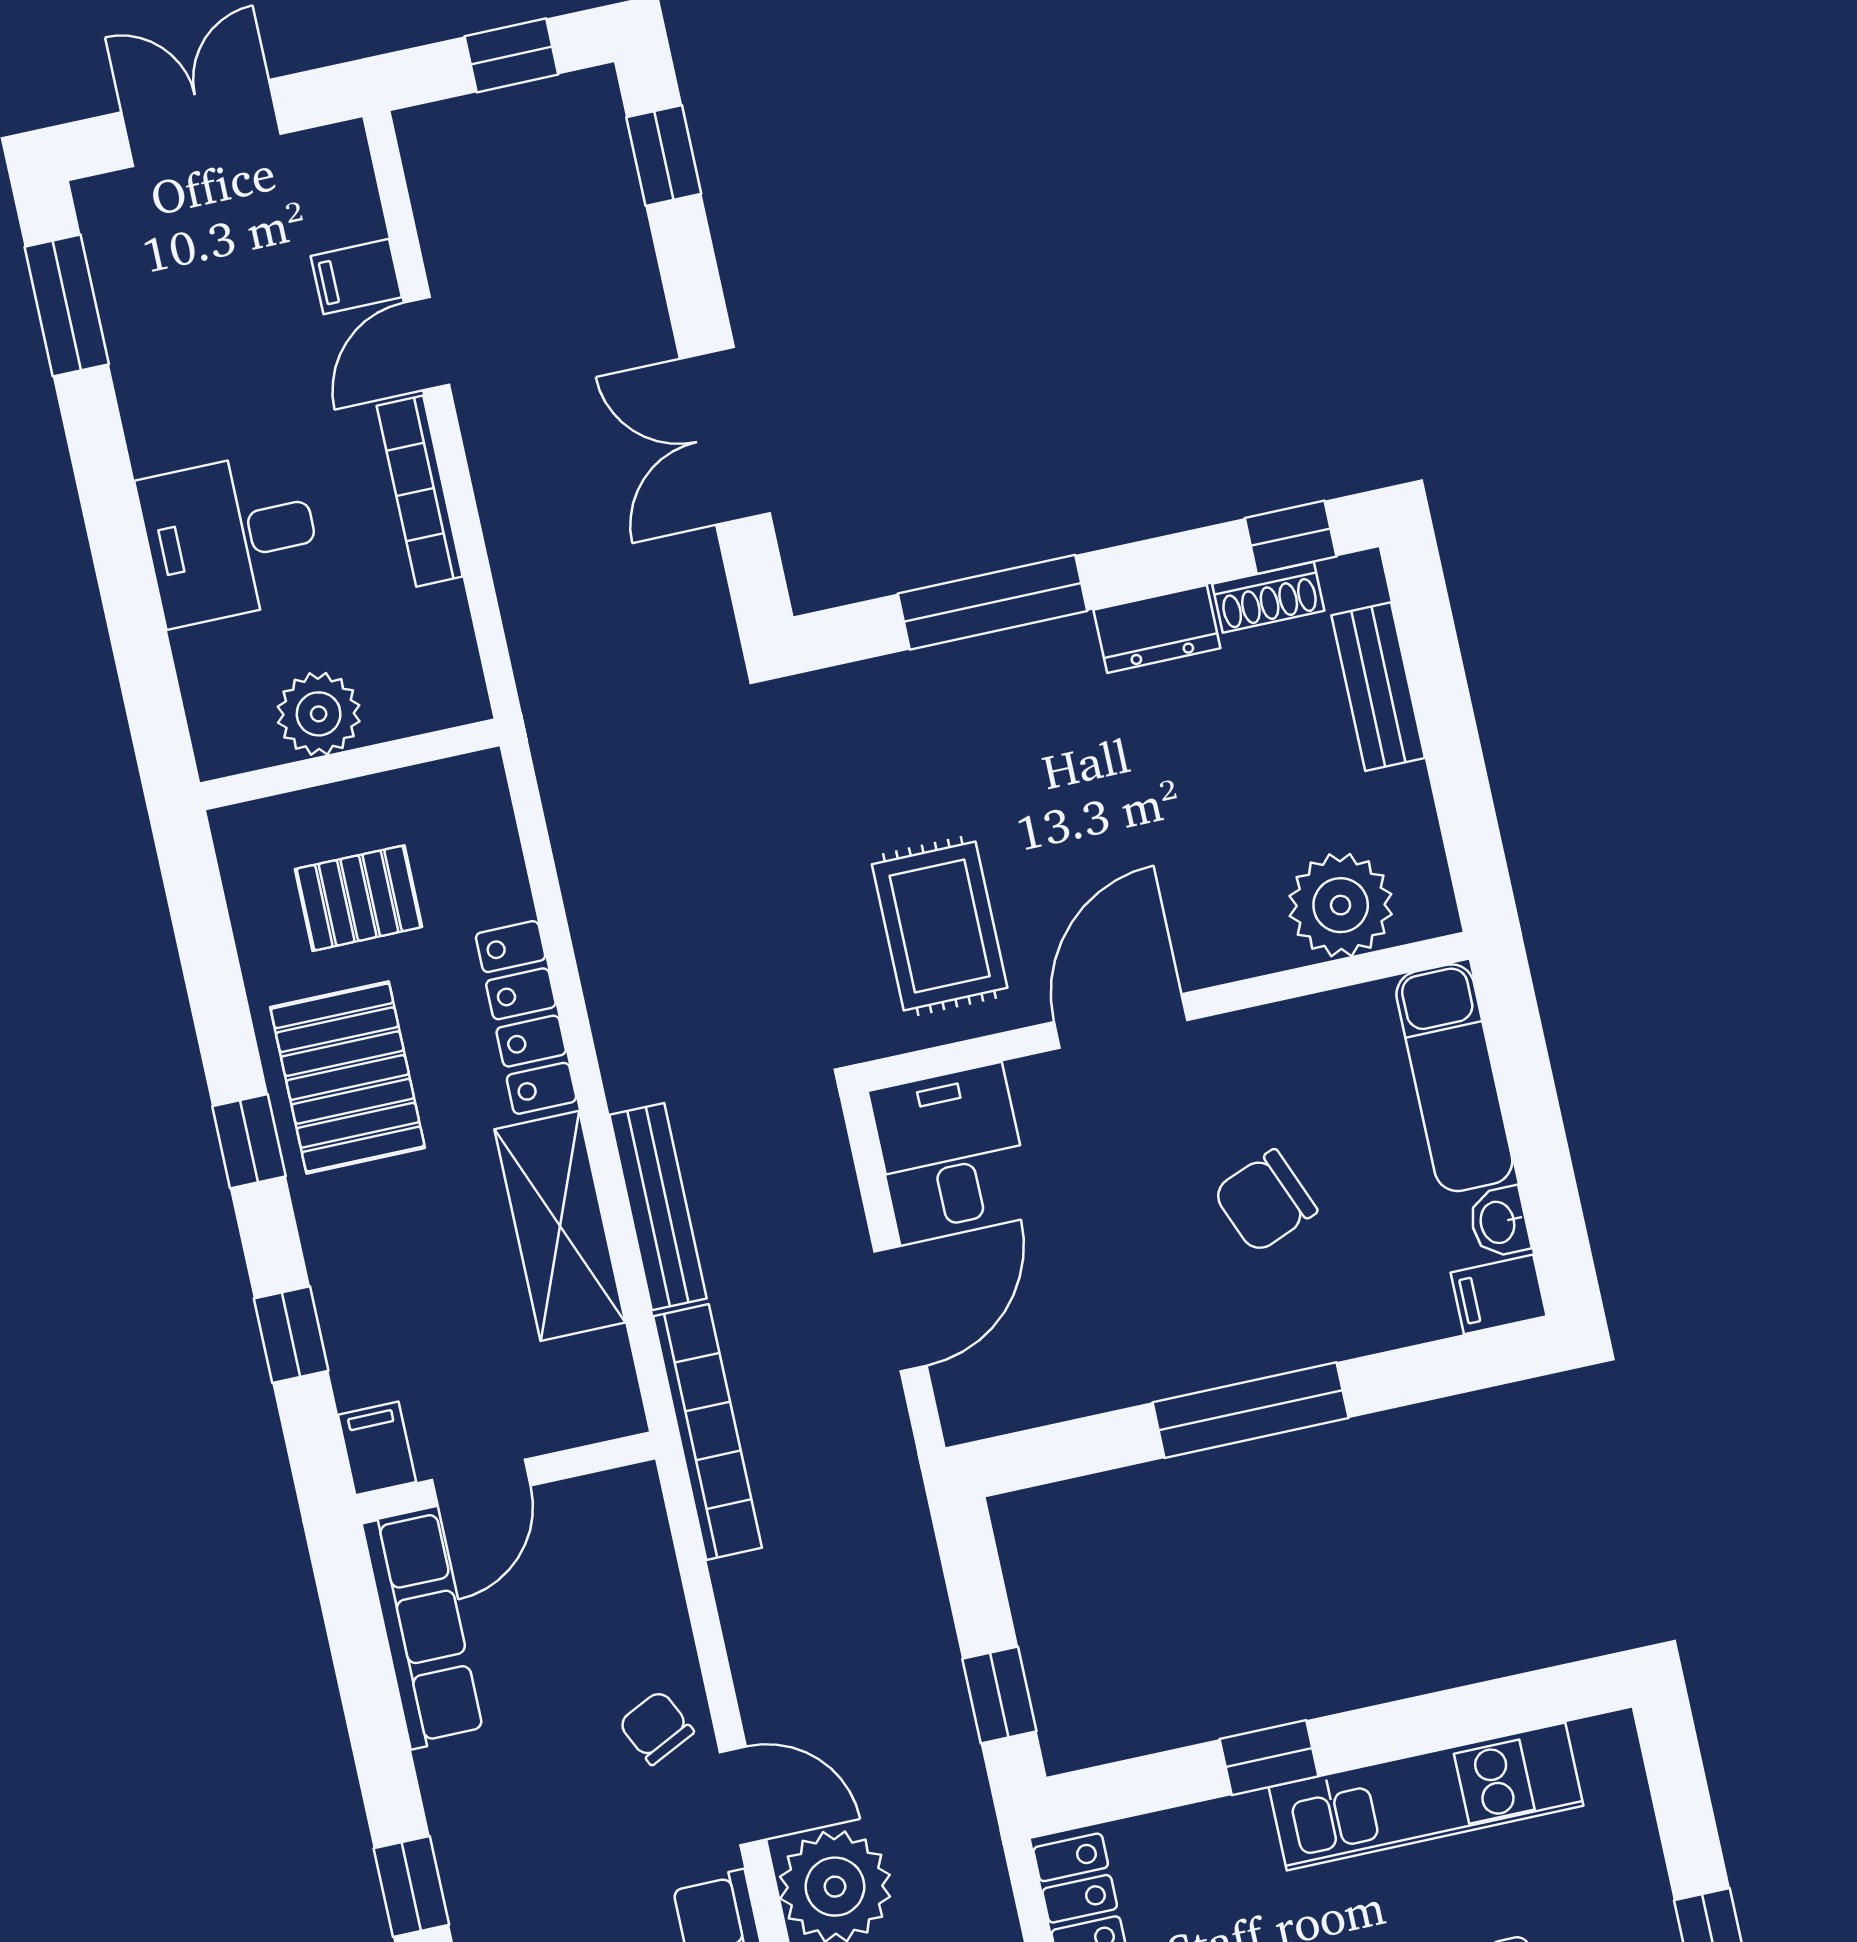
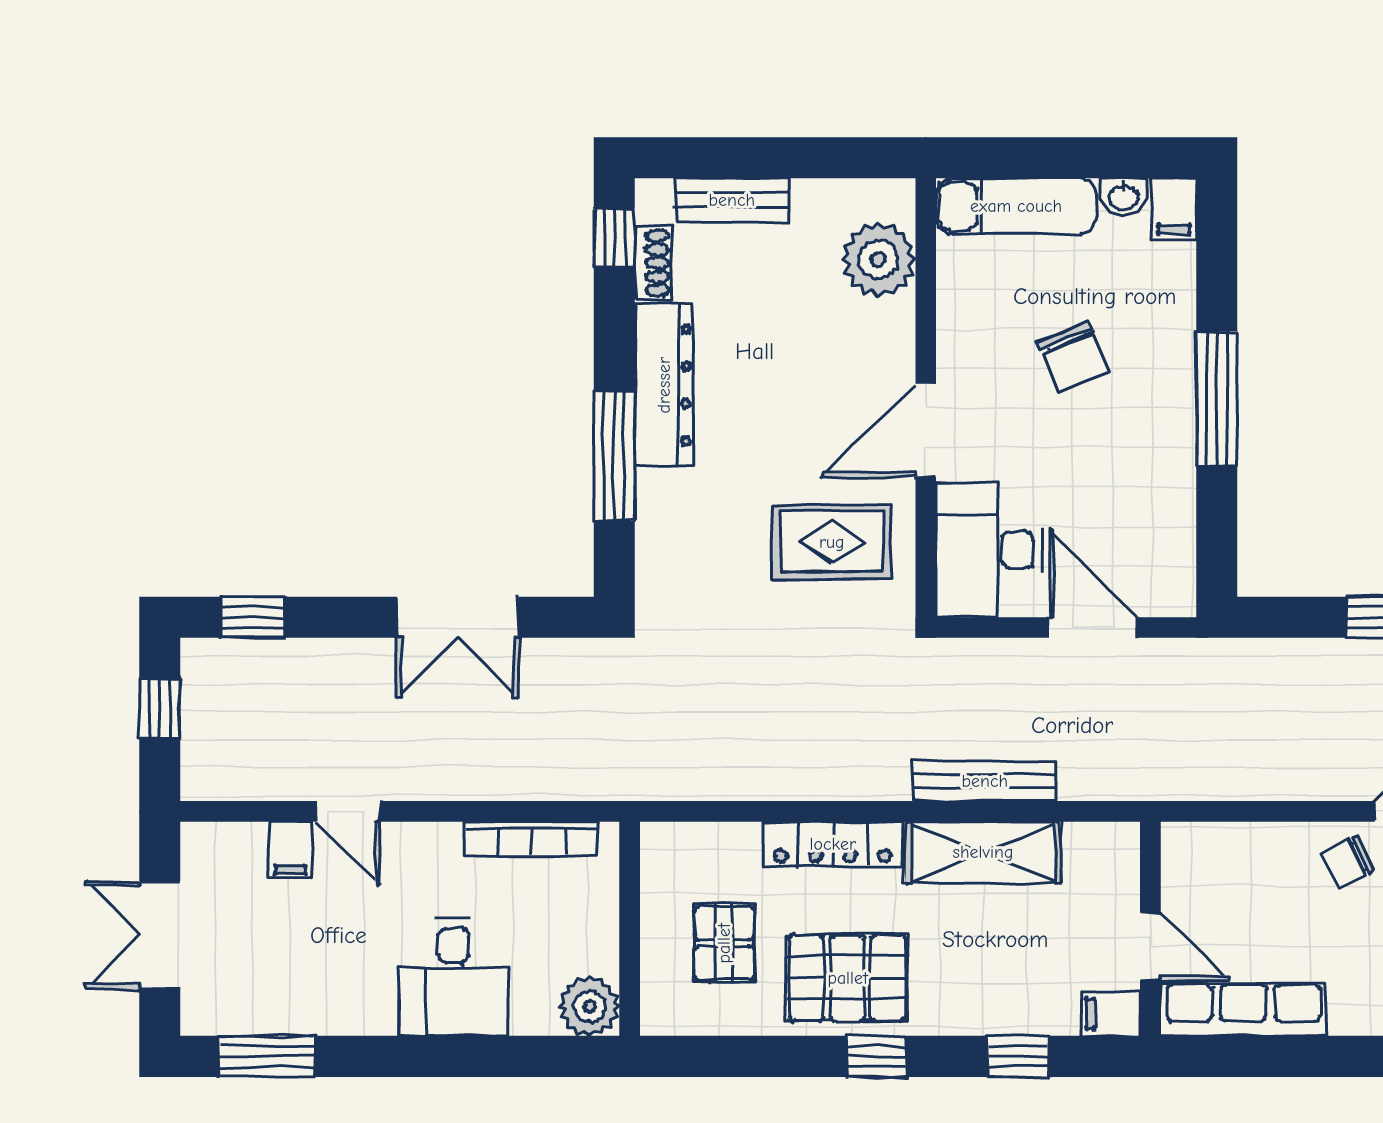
bookcase: (420, 491) -> (531, 838), moved
dresser: (1157, 629) -> (664, 385), width x1.96, depth x1.24
plant: (319, 714) -> (590, 1006), moved
door: (1121, 1021) -> (926, 430), hinge flipped
desk: (950, 1148) -> (989, 550), width x1.37
bookcase: (707, 1432) -> (1149, 781), removed

